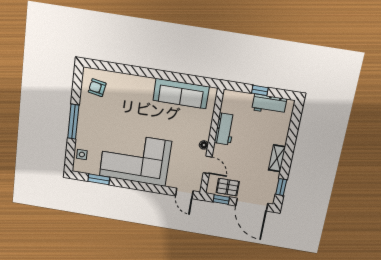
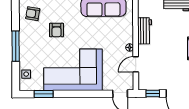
armchair: (122, 111) -> (56, 30), added
door: (208, 165) -> (136, 64), swing flipped
pallet: (228, 187) -> (156, 81), removed

